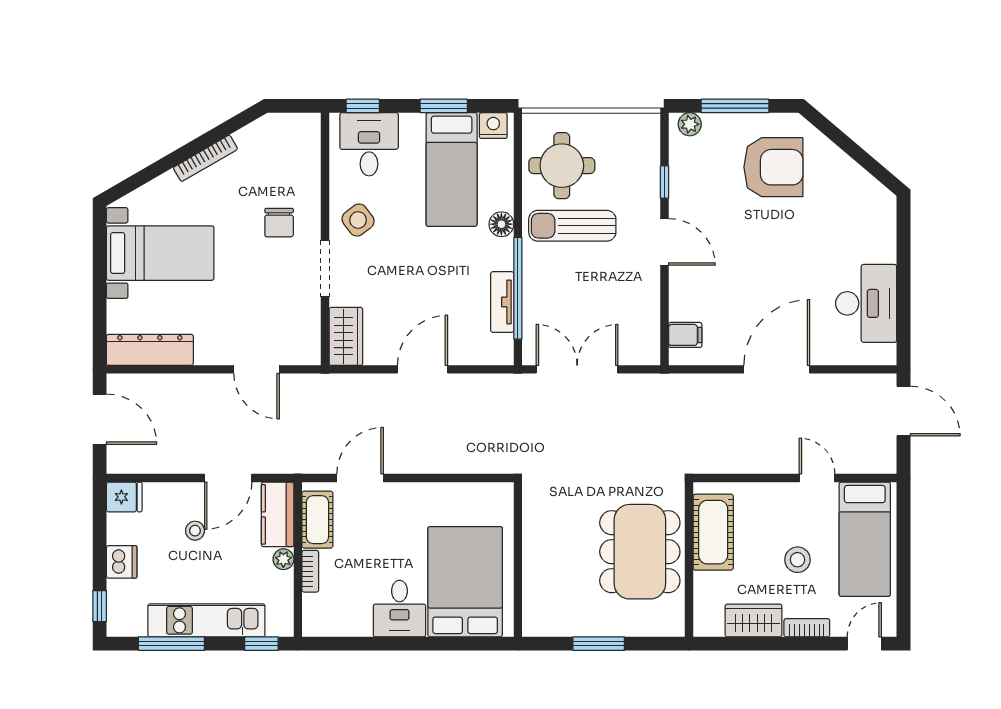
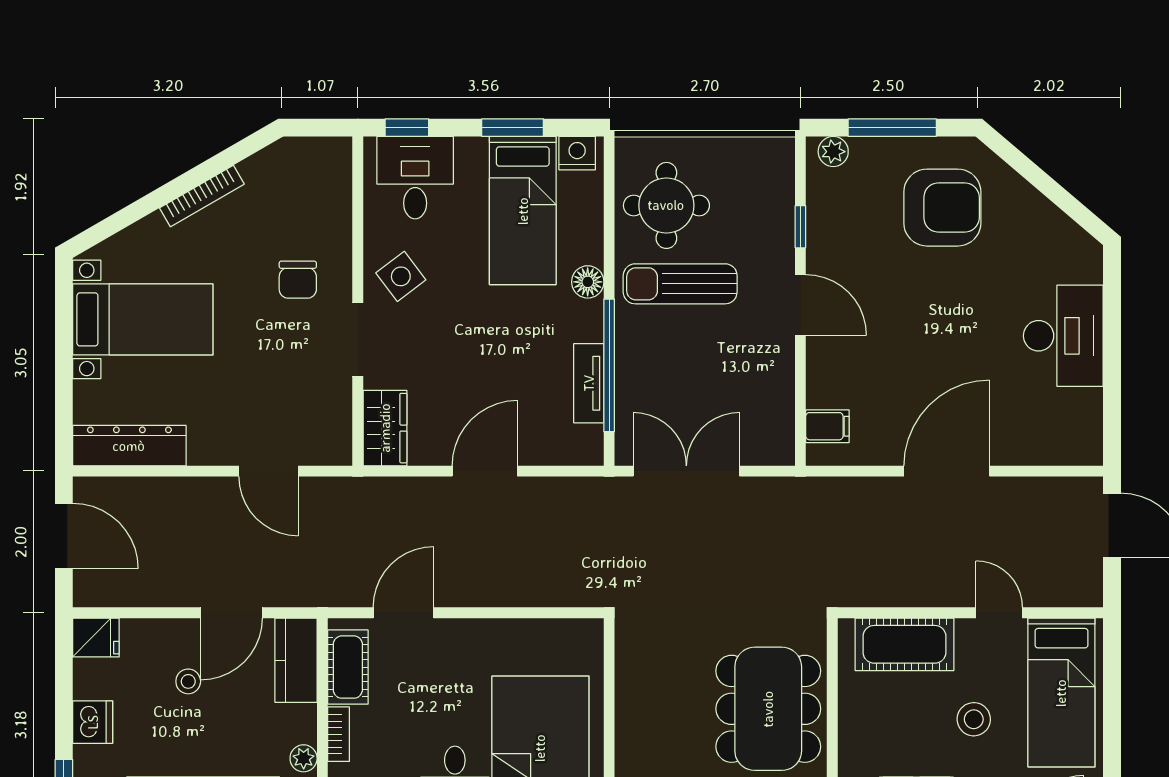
desk: (866, 303) -> (1063, 336), moved
cot: (713, 532) -> (904, 644), moved, turned 90
plant: (283, 559) -> (304, 758), moved

